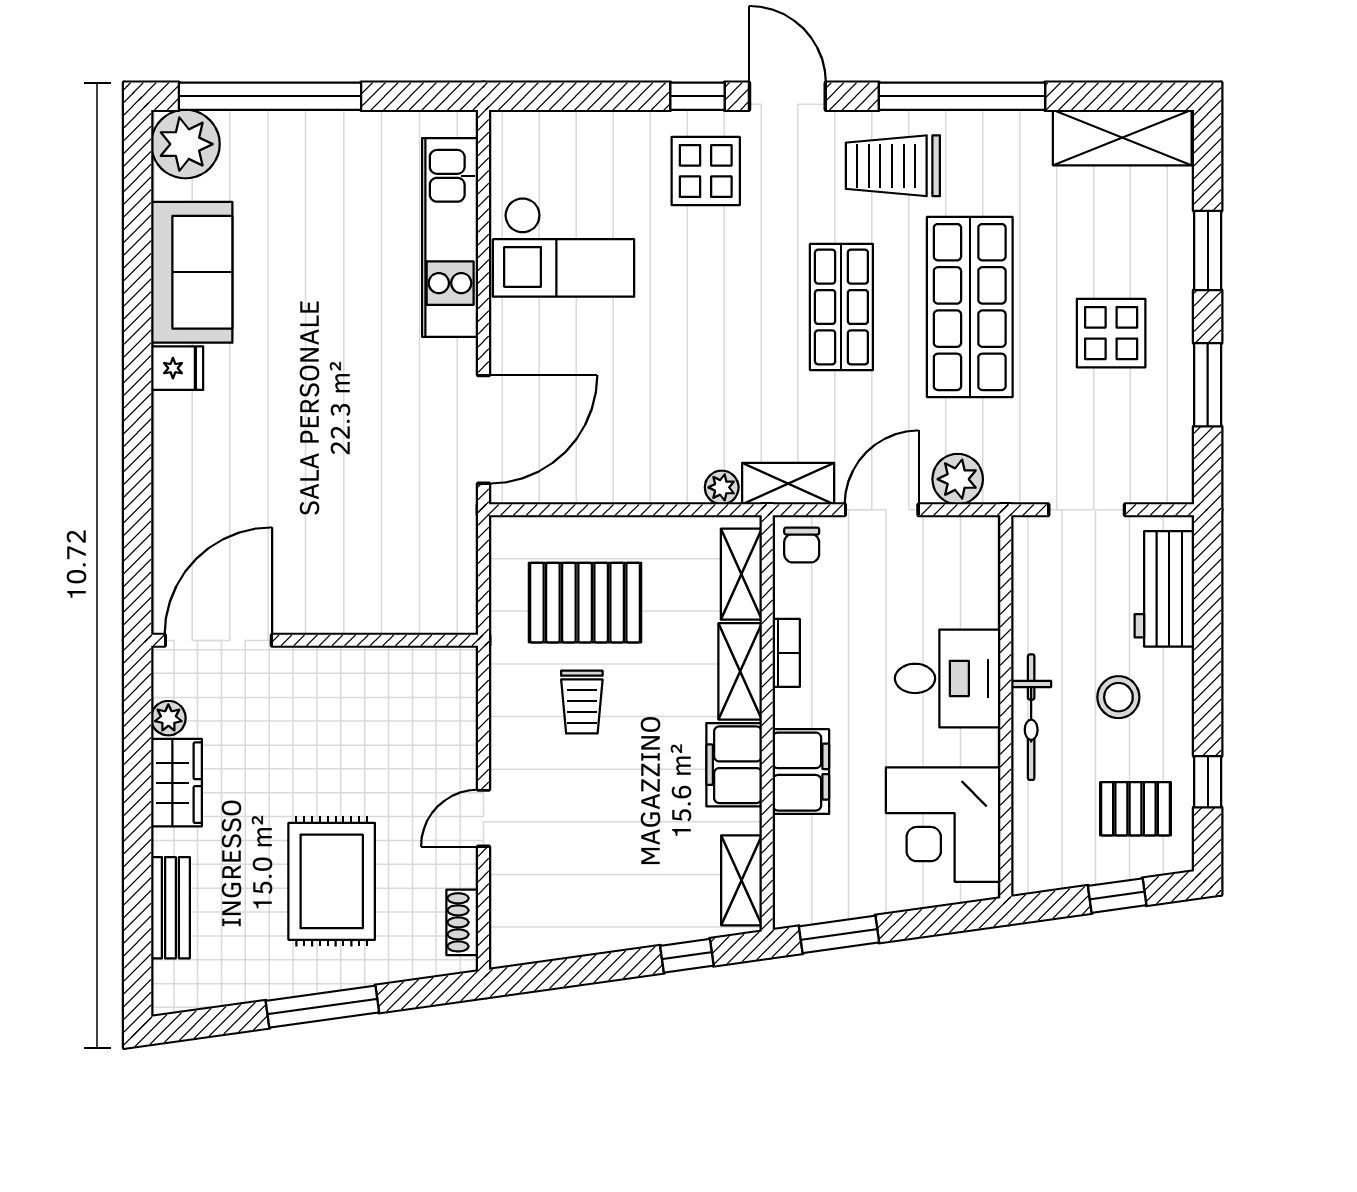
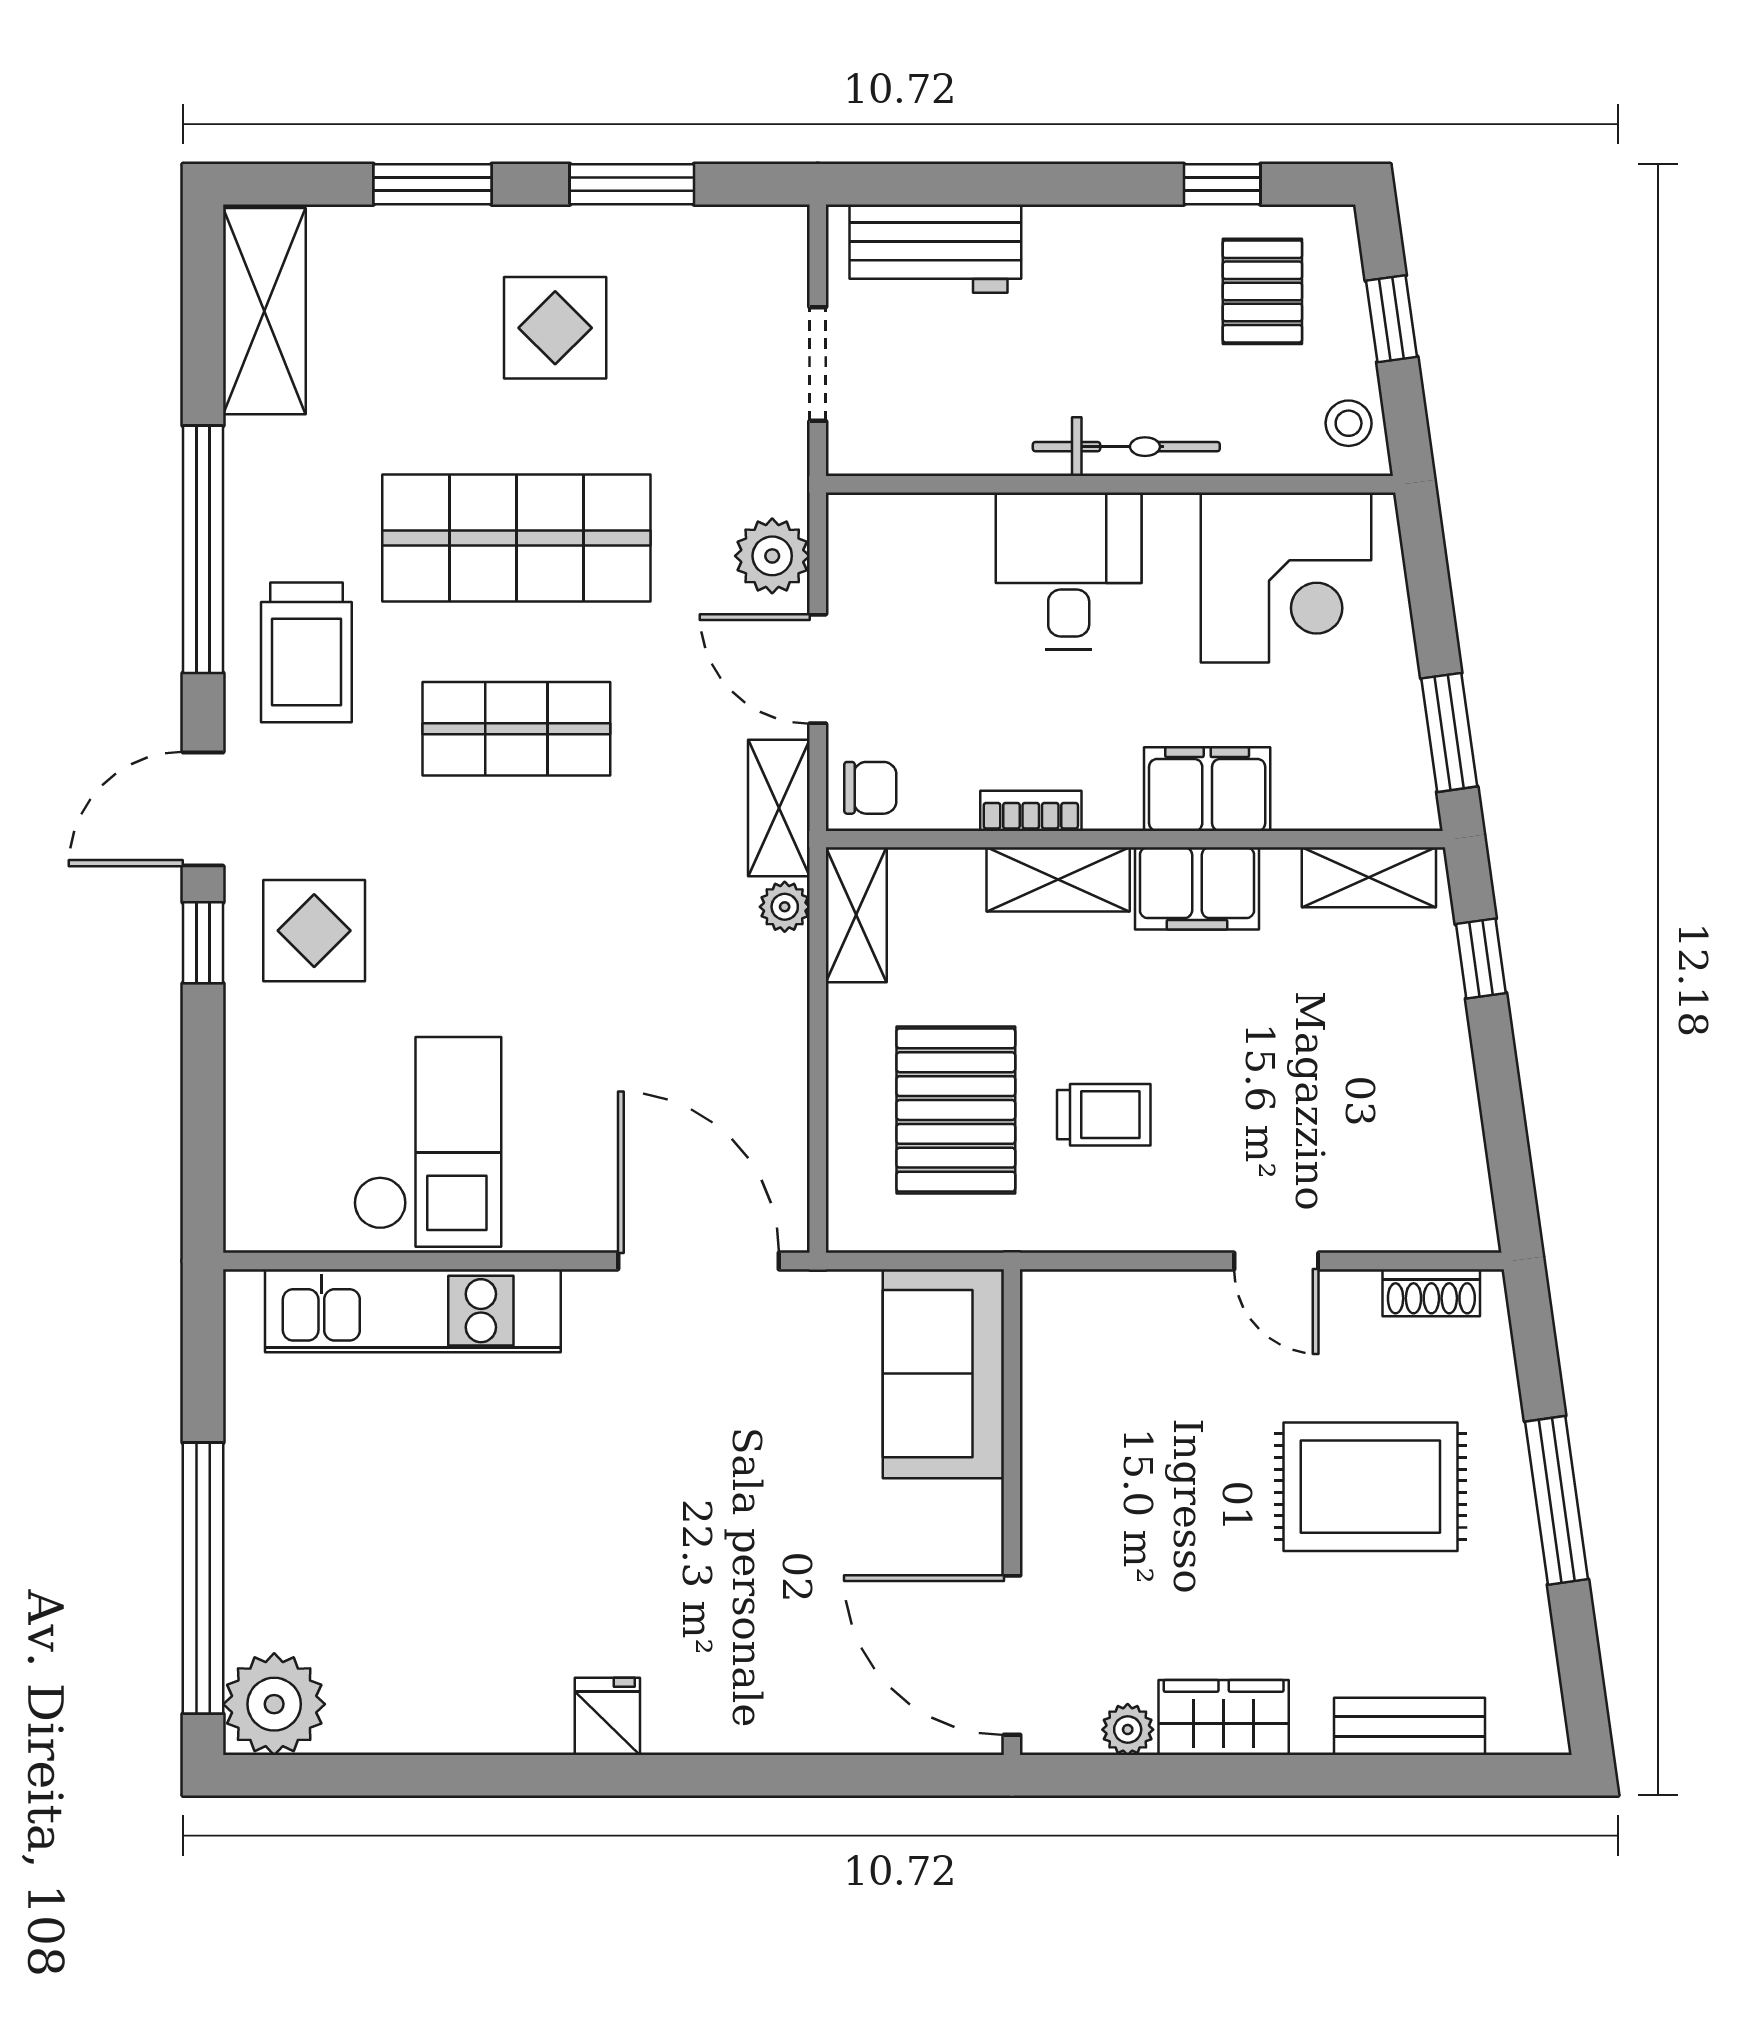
sofa: (192, 272) -> (943, 1374), moved, turned -90
shelving: (741, 574) -> (856, 915), moved, turned 90
stool: (1118, 697) -> (1349, 423), moved, width x0.73, depth x0.73

